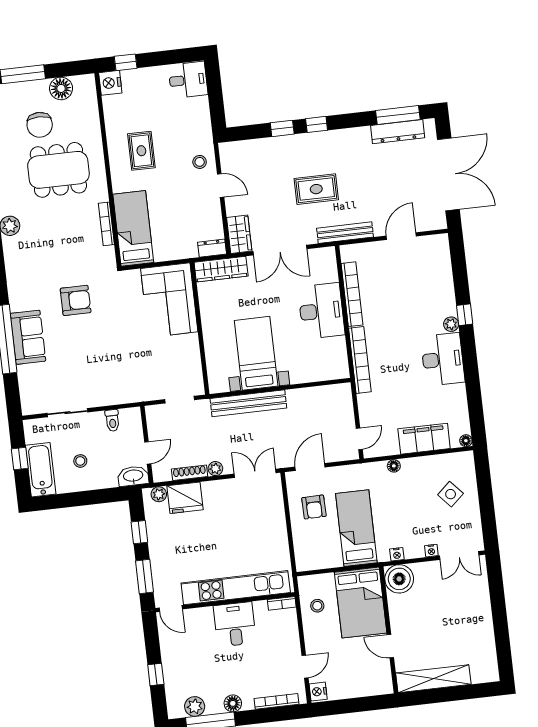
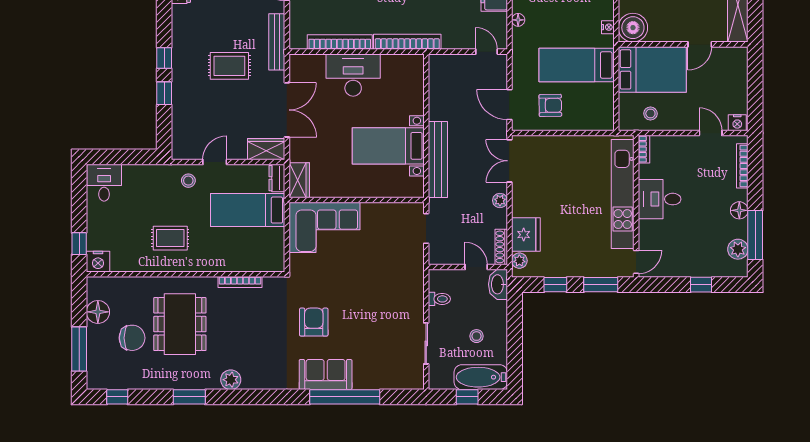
rug: (316, 189) -> (229, 66), turned 90
bed: (133, 228) -> (248, 210), moved
wardrobe: (221, 269) -> (299, 180), width x0.67
sofa: (28, 337) -> (326, 374), moved
shoe rack: (190, 473) -> (501, 247), moved

